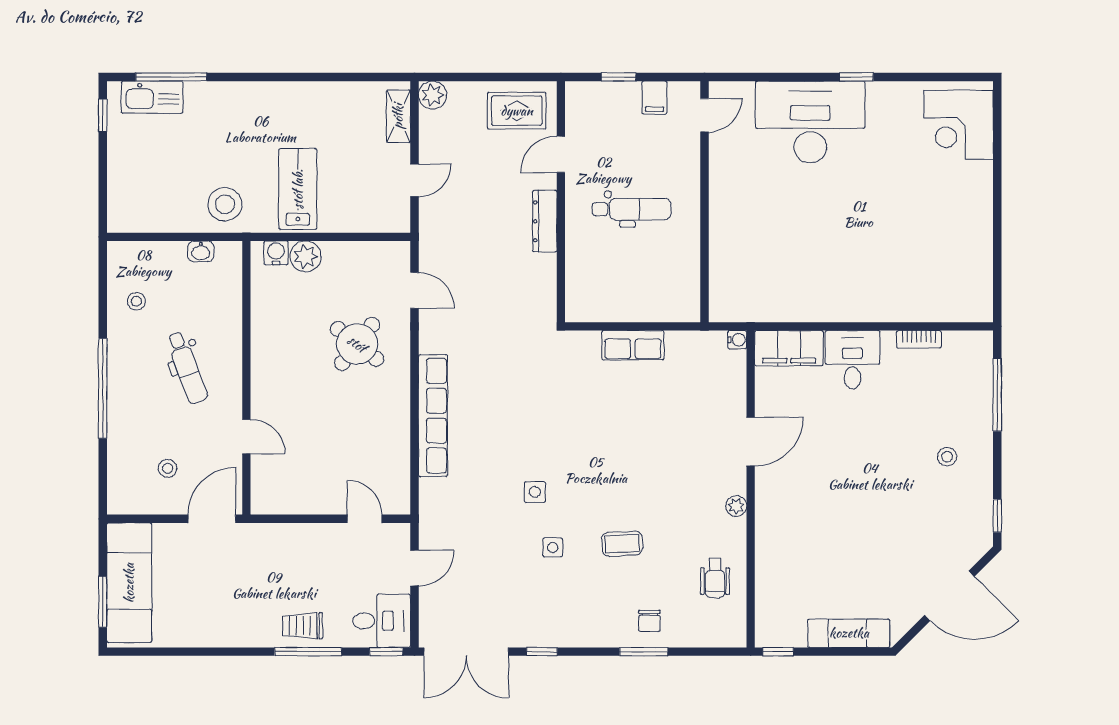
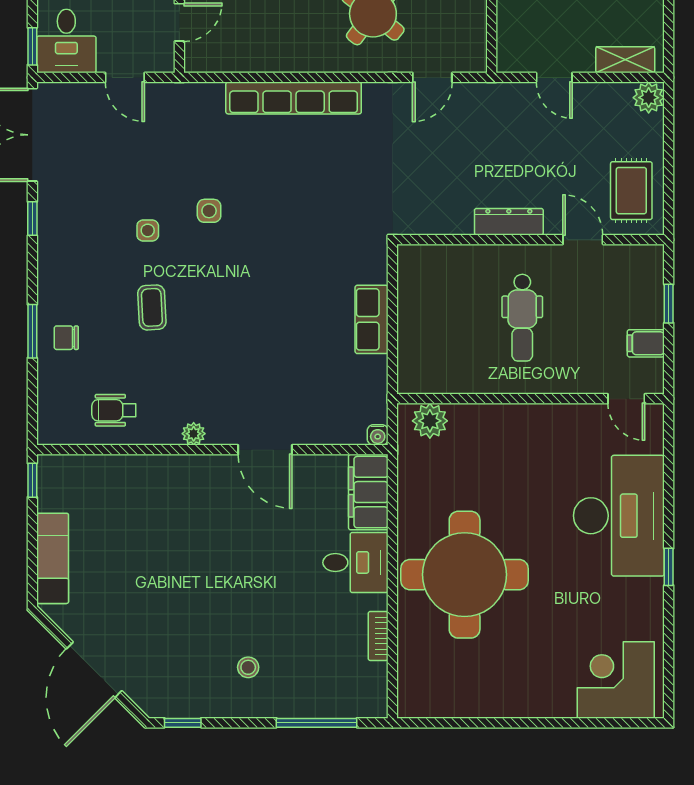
round table: (863, 261) -> (465, 575), added
plant: (724, 293) -> (430, 421), added

